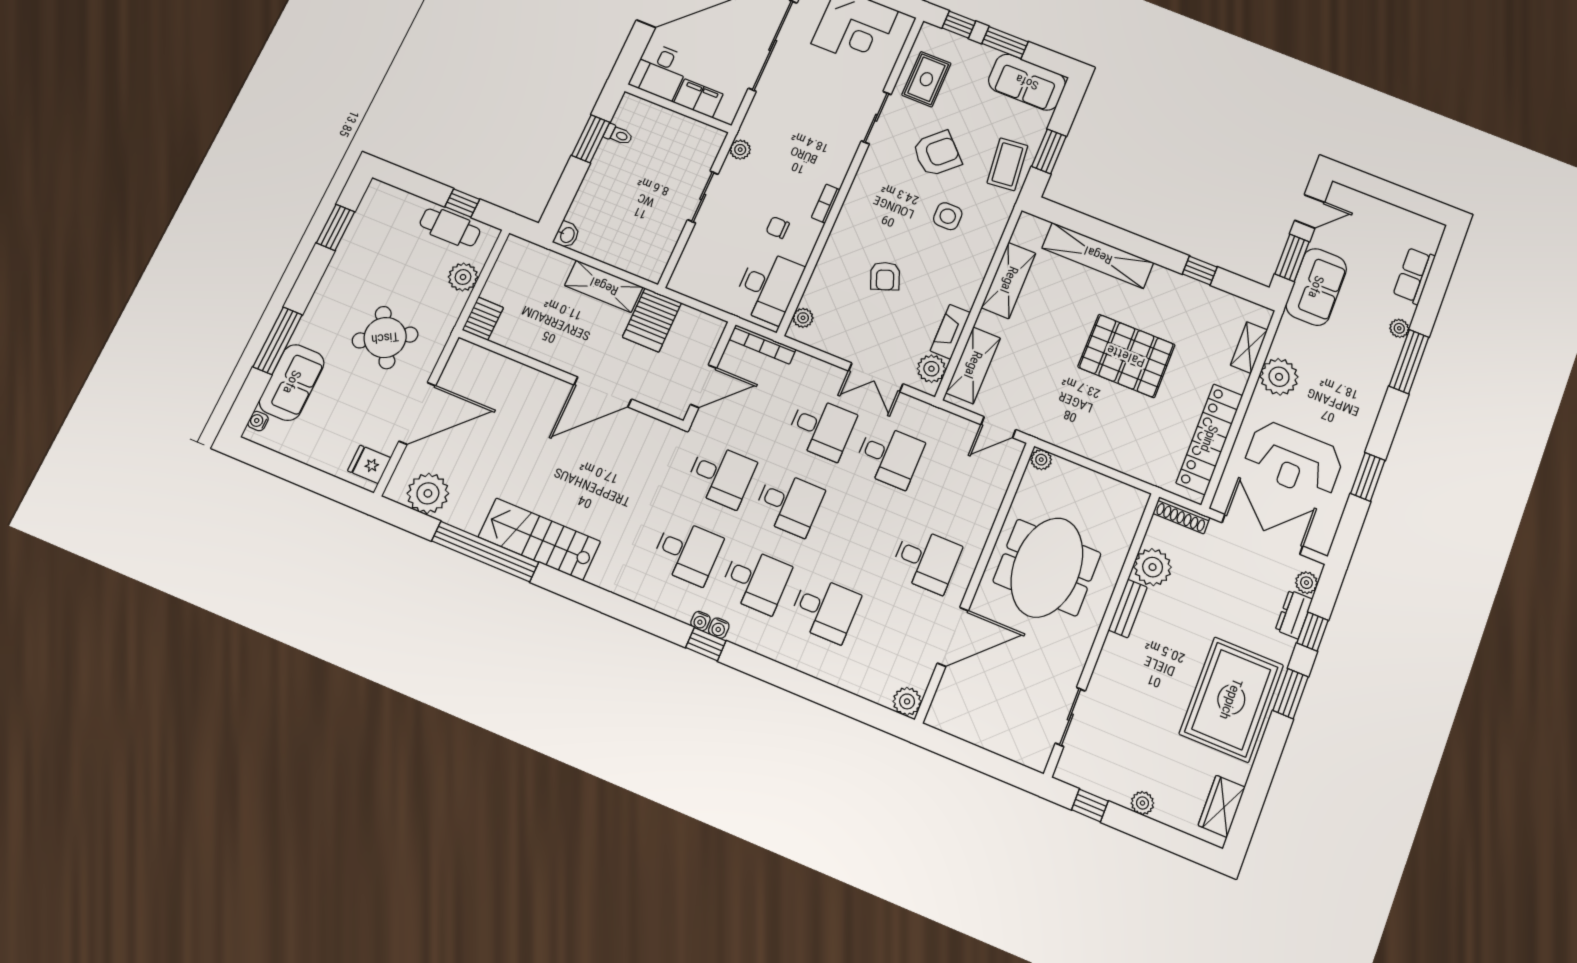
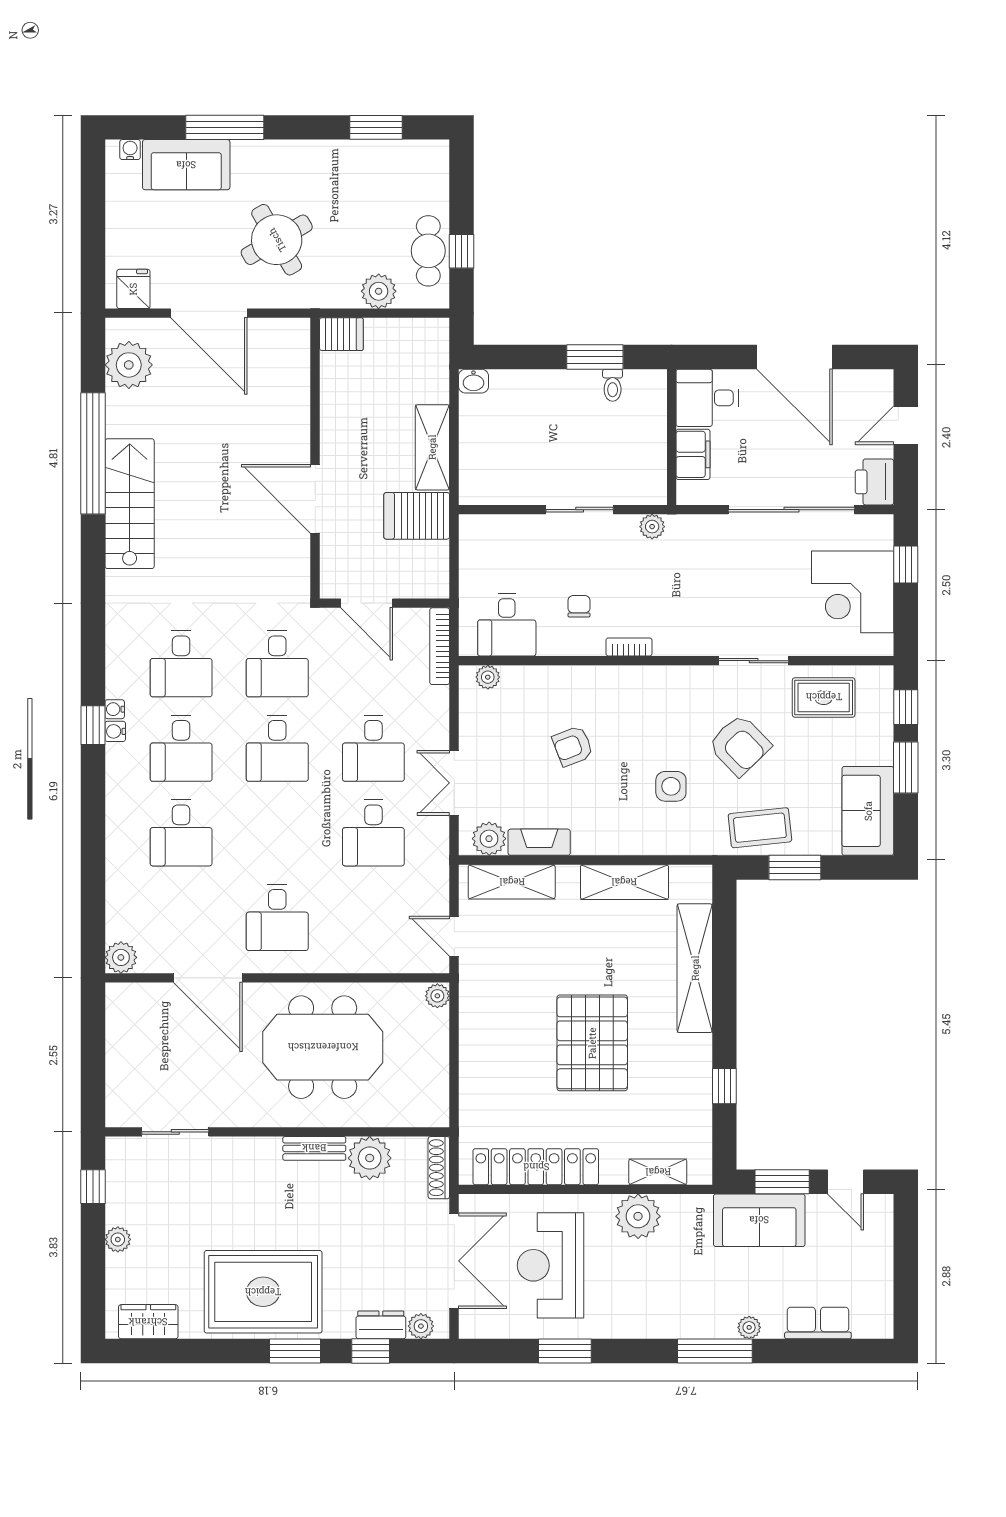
desk: (768, 287) -> (507, 625), width x0.73

